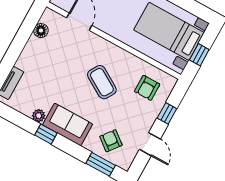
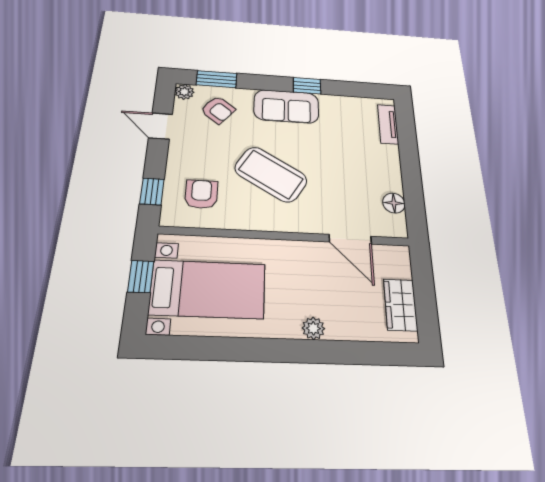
coffee table: (102, 82) -> (271, 174), width x1.36, depth x1.32
window: (167, 113) -> (152, 191), moved
plant: (39, 116) -> (184, 92), moved

